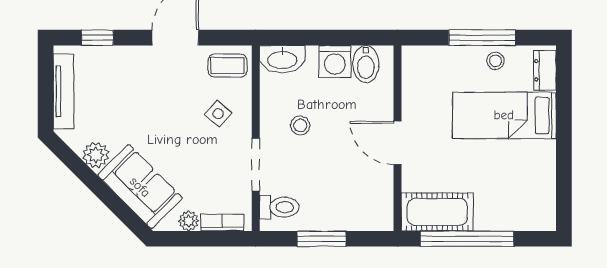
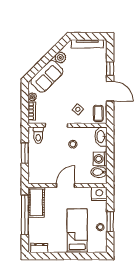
window: (97, 38) -> (110, 69), moved
window: (482, 38) -> (110, 221), width x0.69
nightstand: (417, 63) -> (99, 194), added
dresser: (545, 70) -> (39, 248), moved

